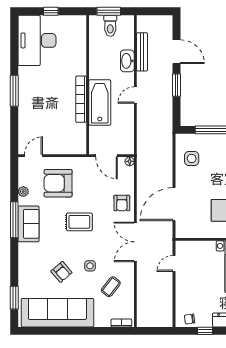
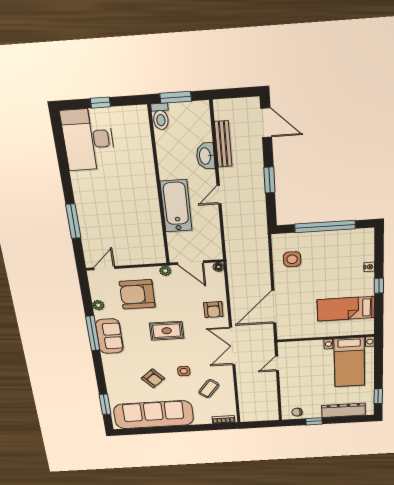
toilet: (110, 26) -> (160, 117), moved
door: (177, 52) -> (266, 123), moved
window: (14, 91) -> (73, 221), moved
bookcase: (81, 99) -> (153, 204), removed
plant: (84, 162) -> (165, 271), added

